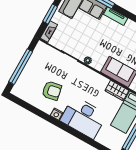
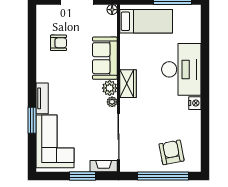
plant: (98, 64) -> (110, 88), added
armchair: (52, 91) -> (172, 152), moved
wardrobe: (117, 91) -> (128, 84), moved

